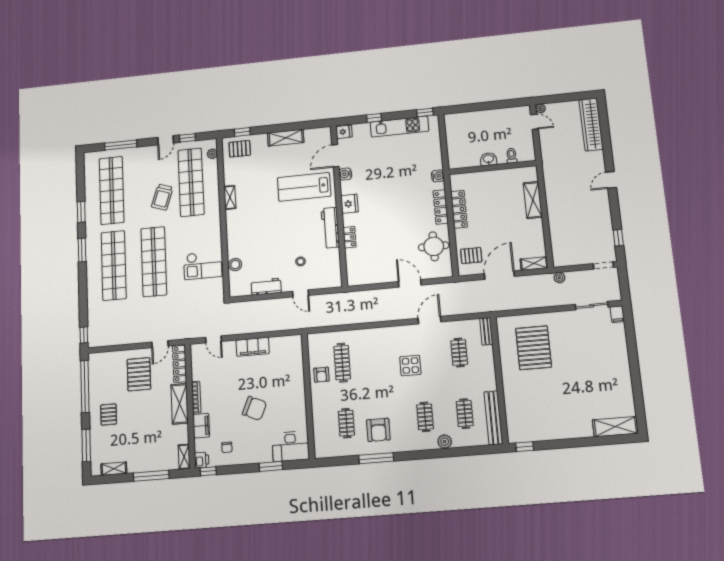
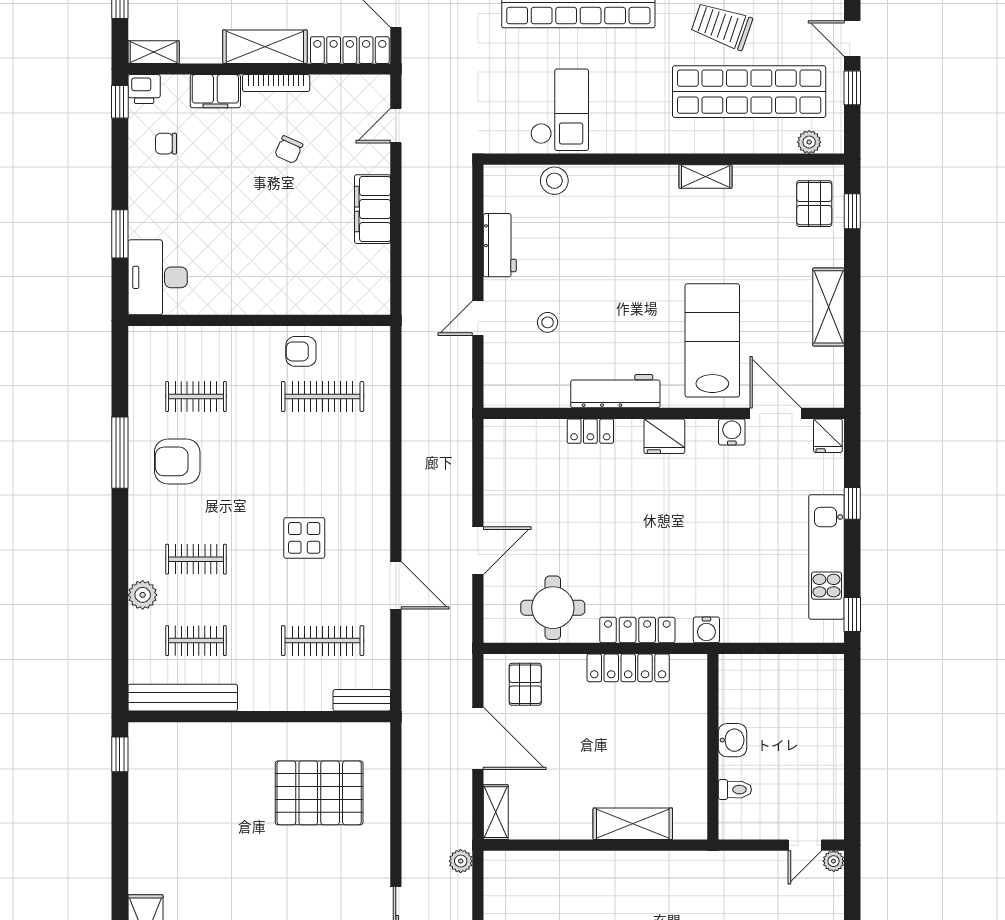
checkout: (203, 265) -> (560, 110), turned 180
clothes rail: (459, 353) -> (323, 641), width x1.36
chair: (254, 408) -> (289, 150), moved, width x0.54, depth x0.54

